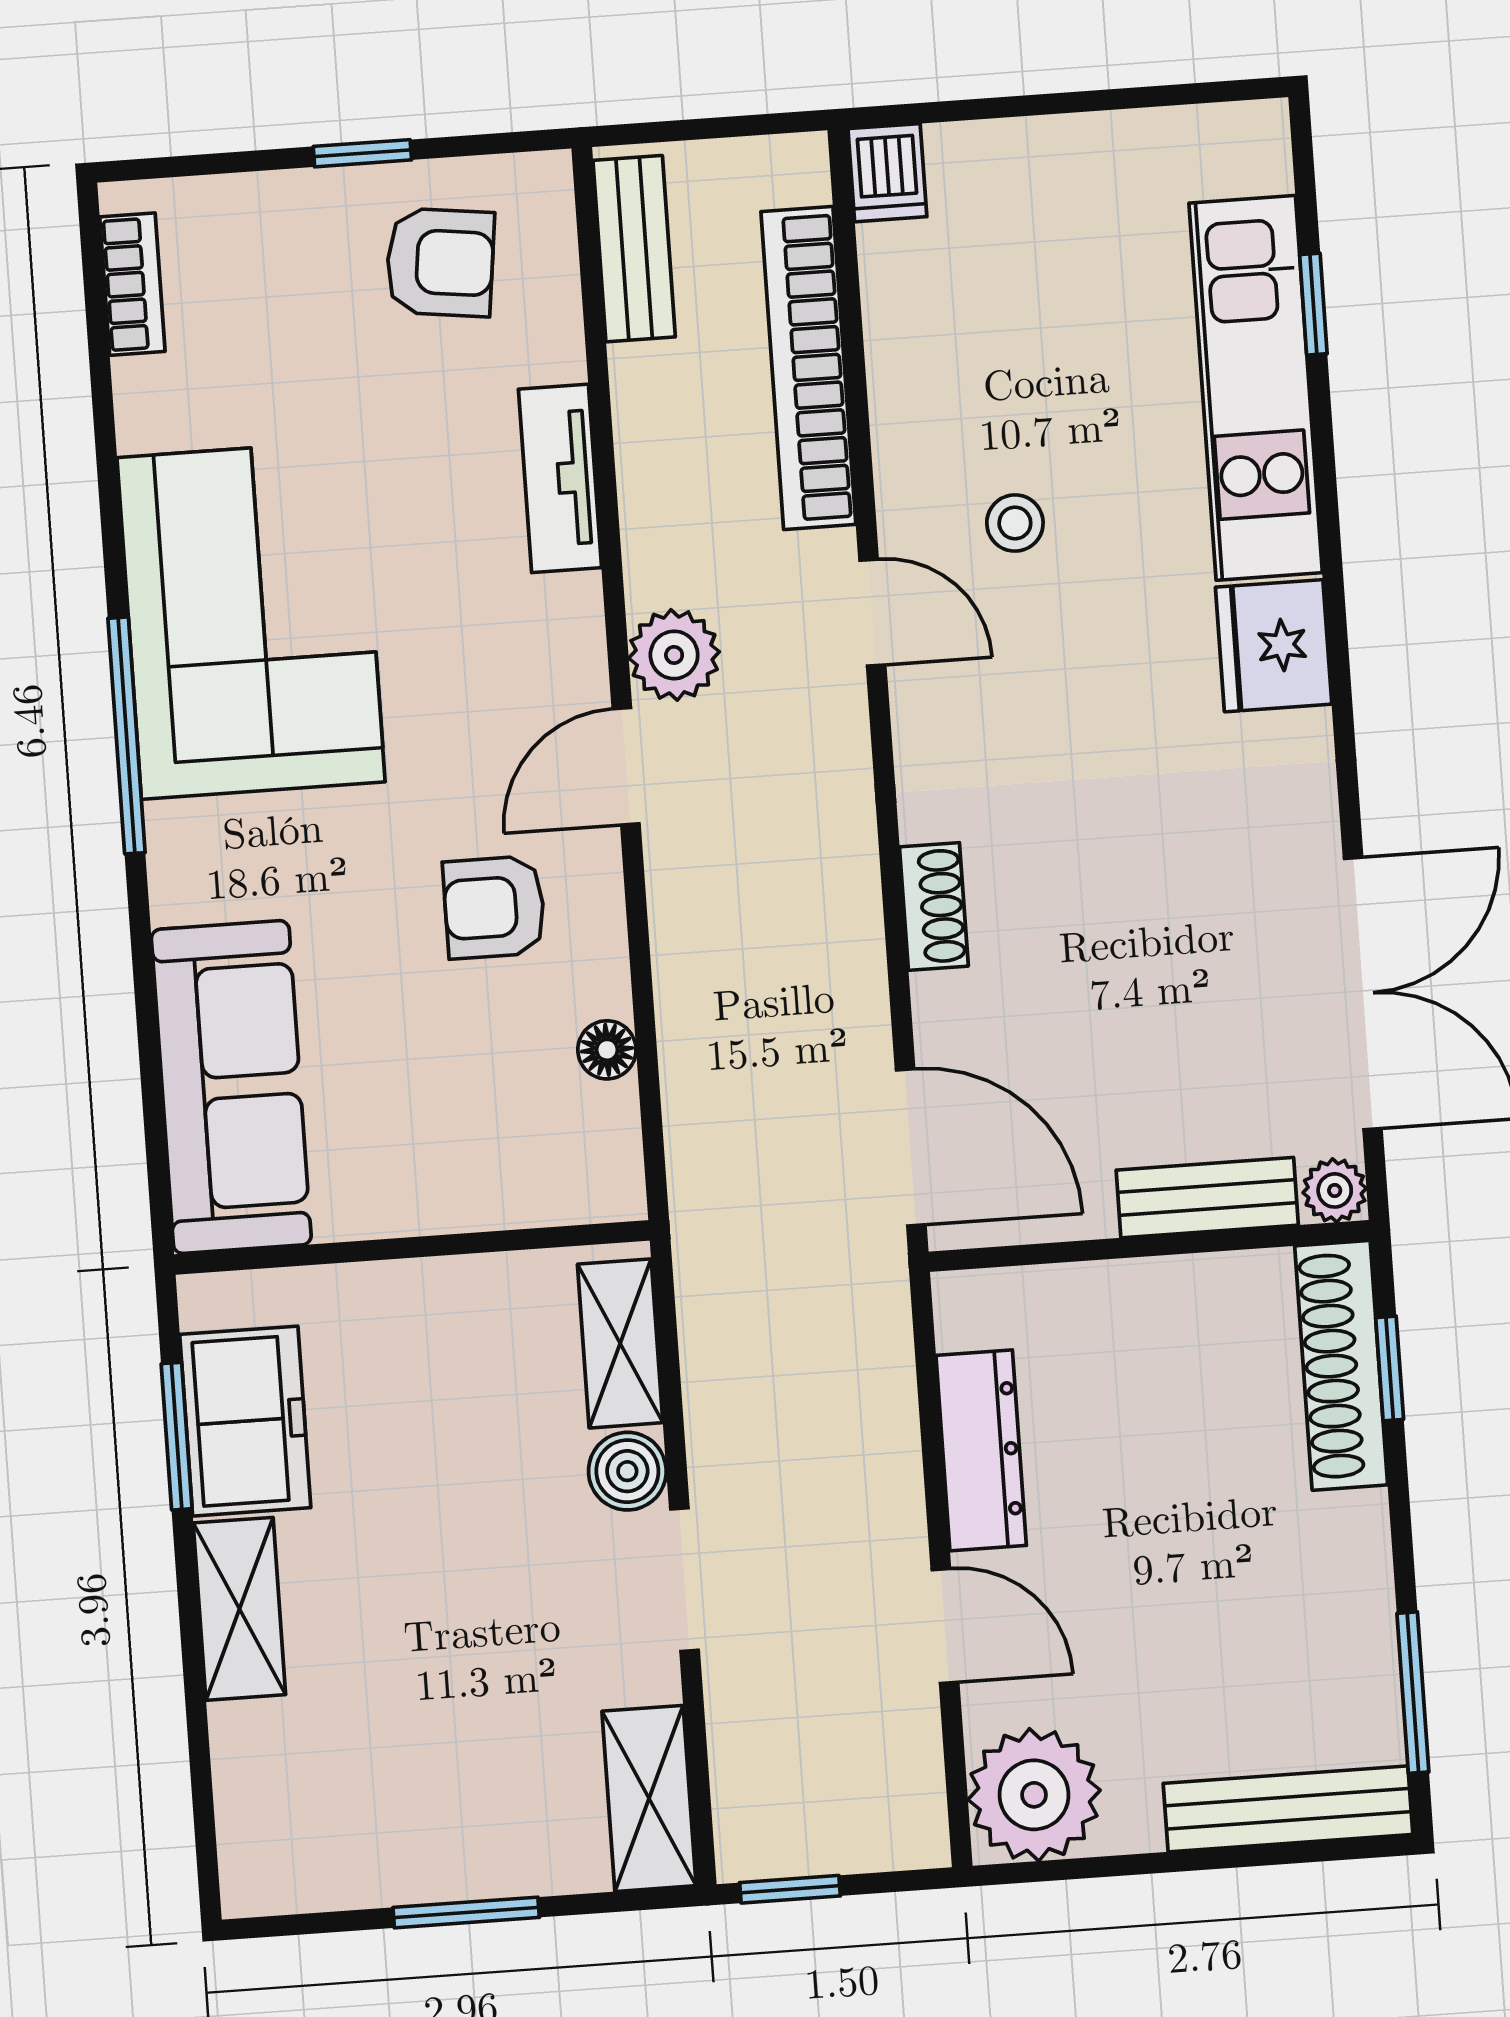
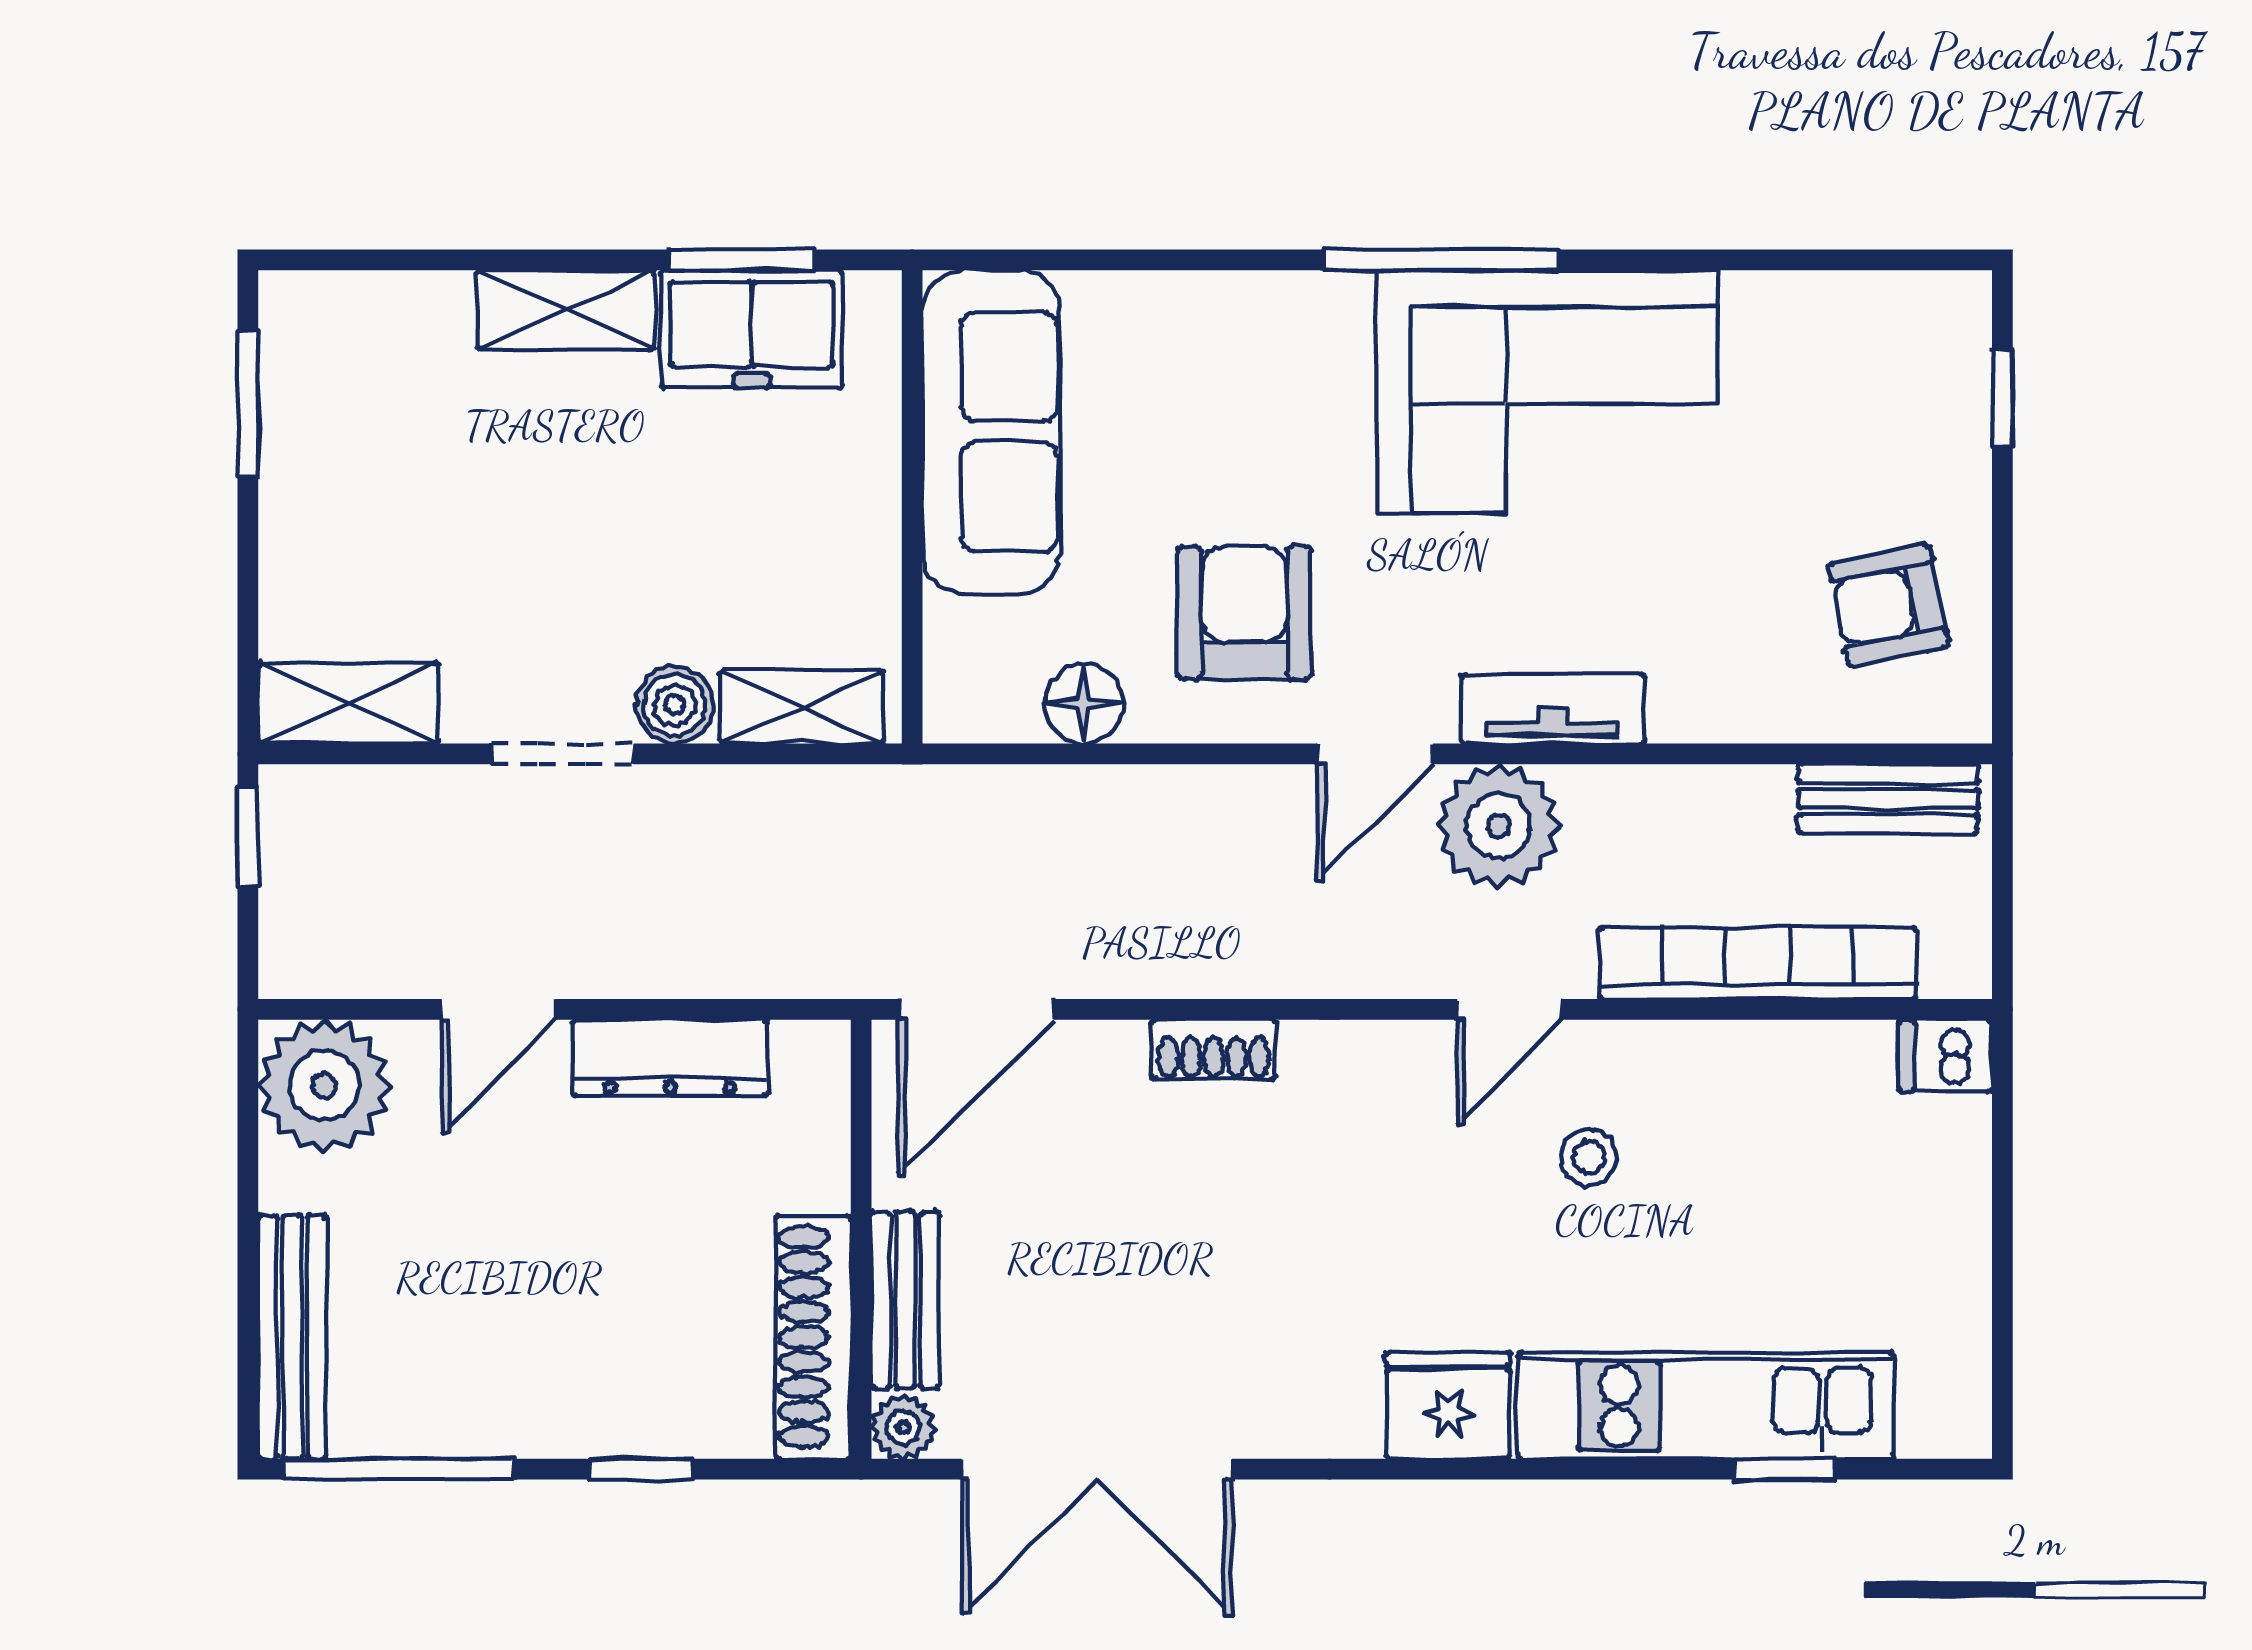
window: (362, 153) -> (2002, 397), moved
armchair: (440, 262) -> (1889, 605), turned 72
bookcase: (132, 284) -> (1889, 298), removed
tv unit: (560, 478) -> (1553, 709), moved
plant: (674, 655) -> (1498, 826), width x1.36, depth x1.36
door: (626, 766) -> (1375, 754), swing flipped
armchair: (494, 907) -> (1244, 613), width x1.38, depth x1.38
floor lamp: (607, 1050) -> (1084, 704), width x1.37, depth x1.37
sofa: (231, 1087) -> (991, 432), moved, turned -90
shoe rack: (1341, 1365) -> (813, 1337), moved, turned -90
window: (1390, 1369) -> (641, 1469), moved
window: (1413, 1693) -> (399, 1469), width x1.44
window: (466, 1912) -> (248, 404), moved

